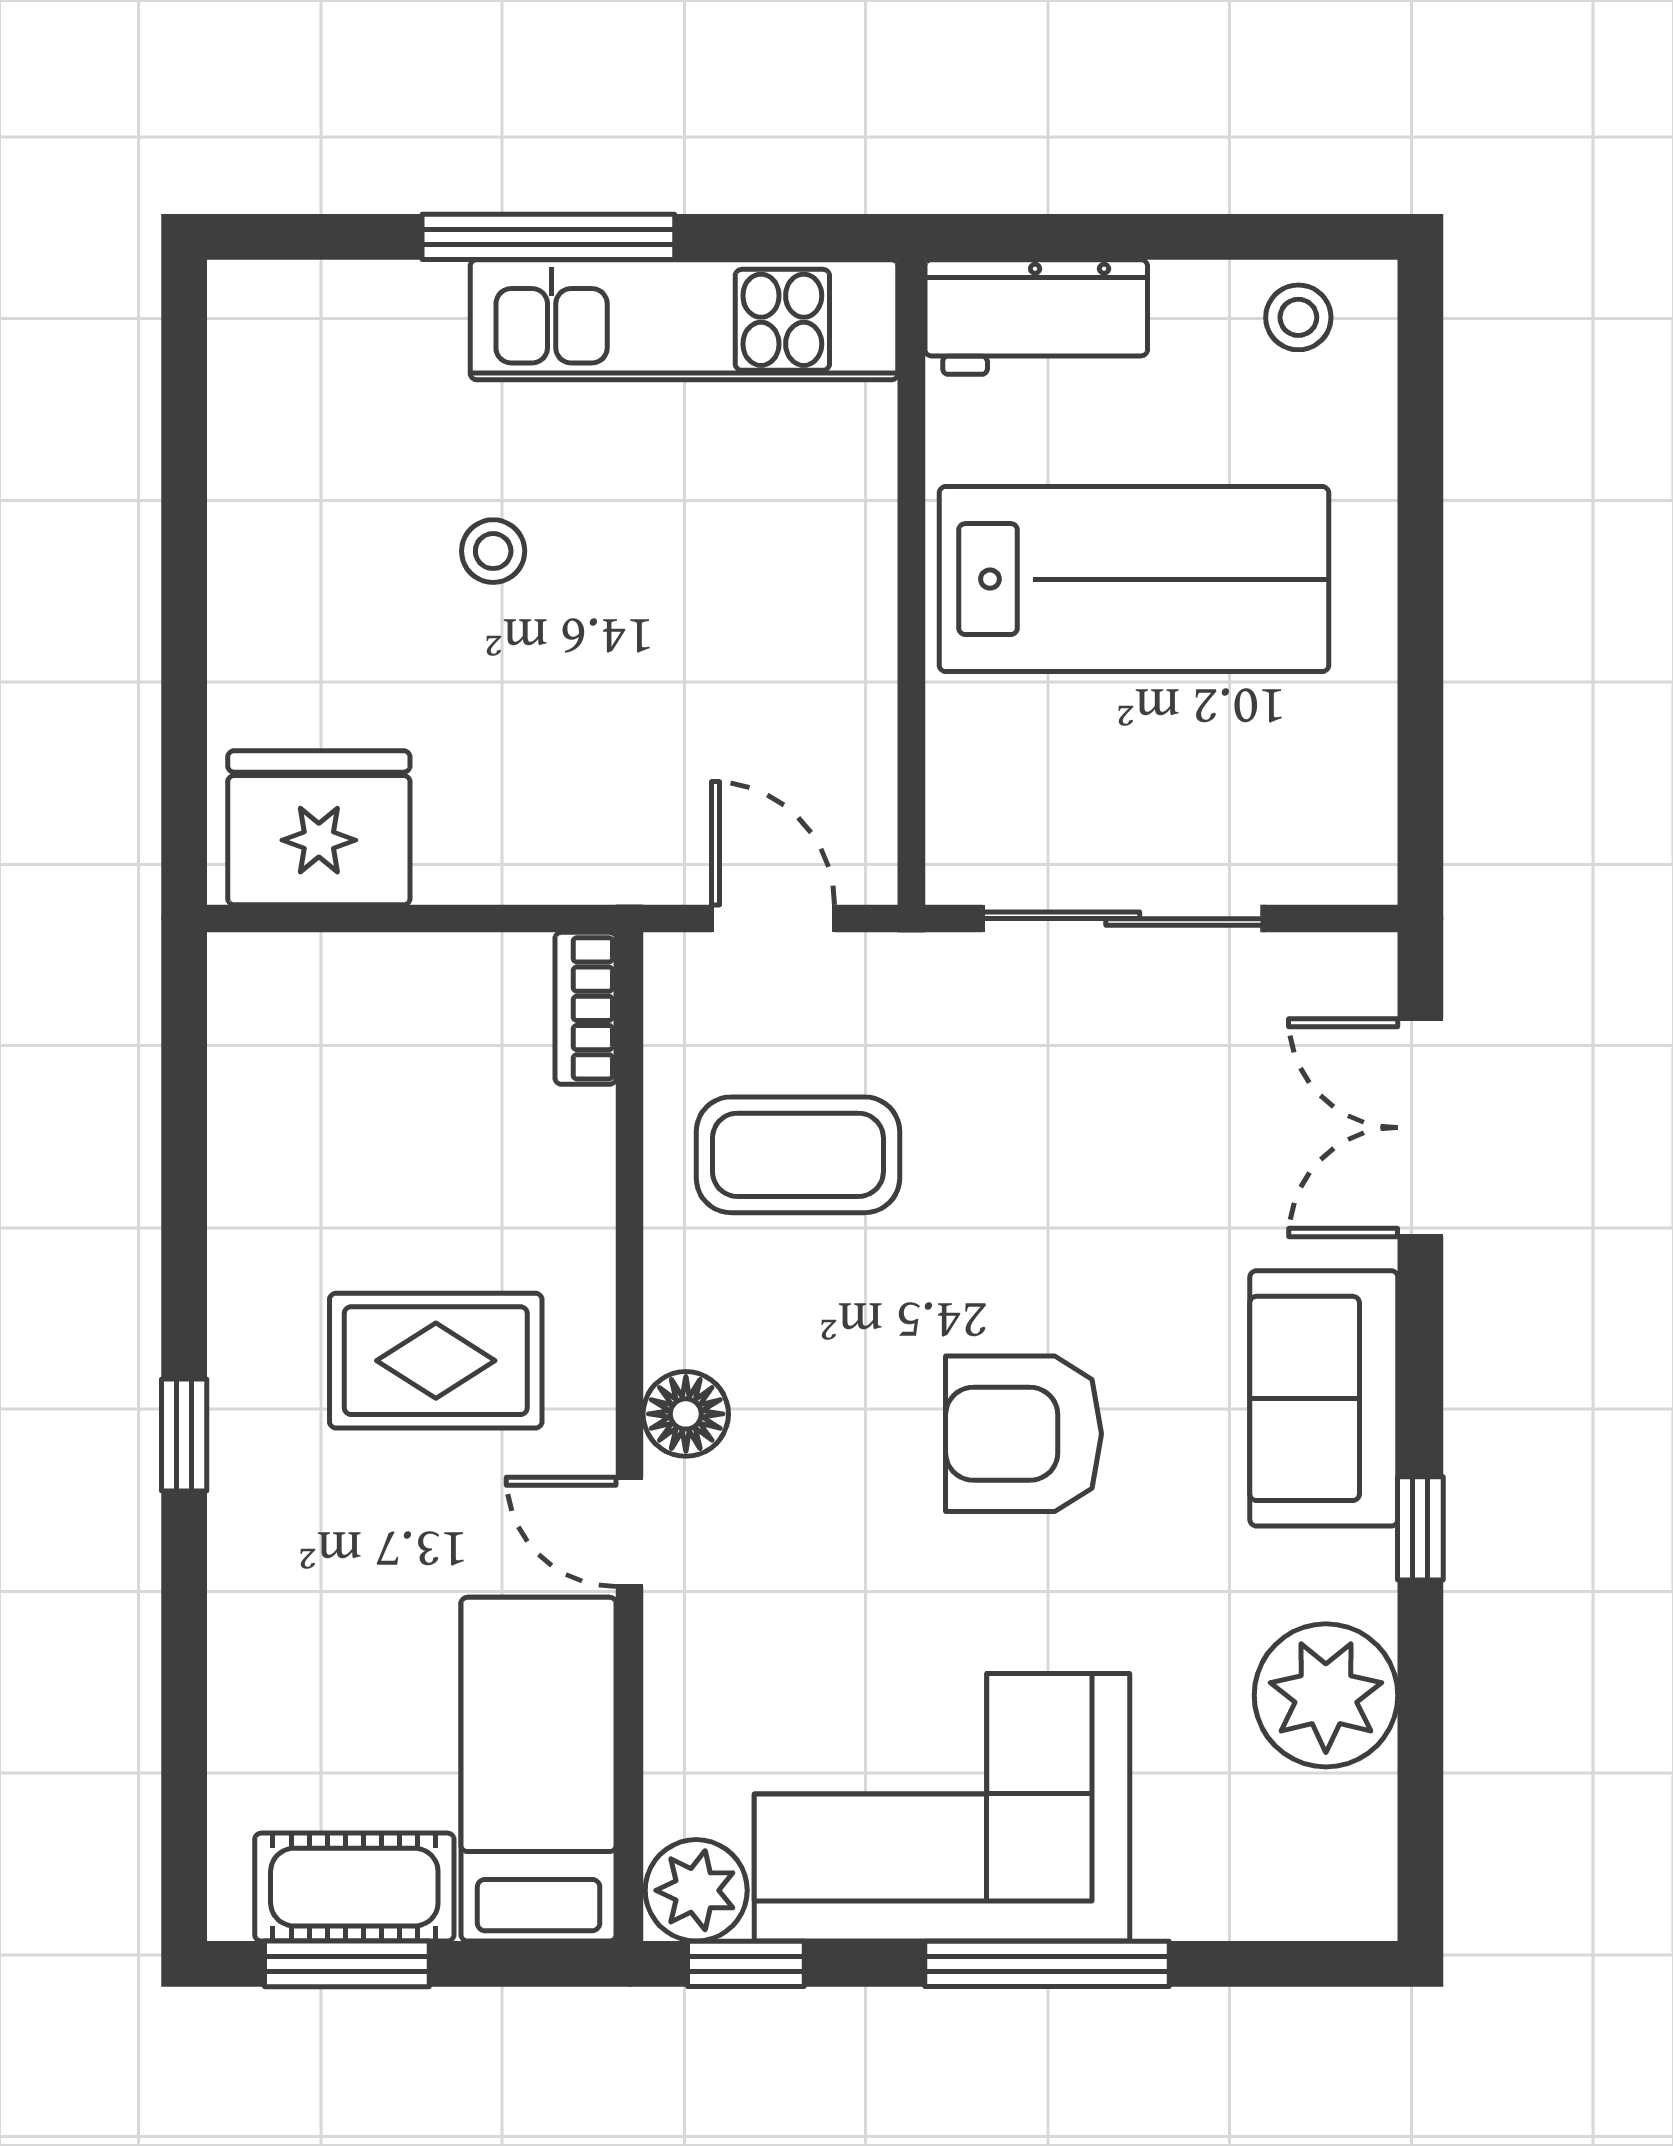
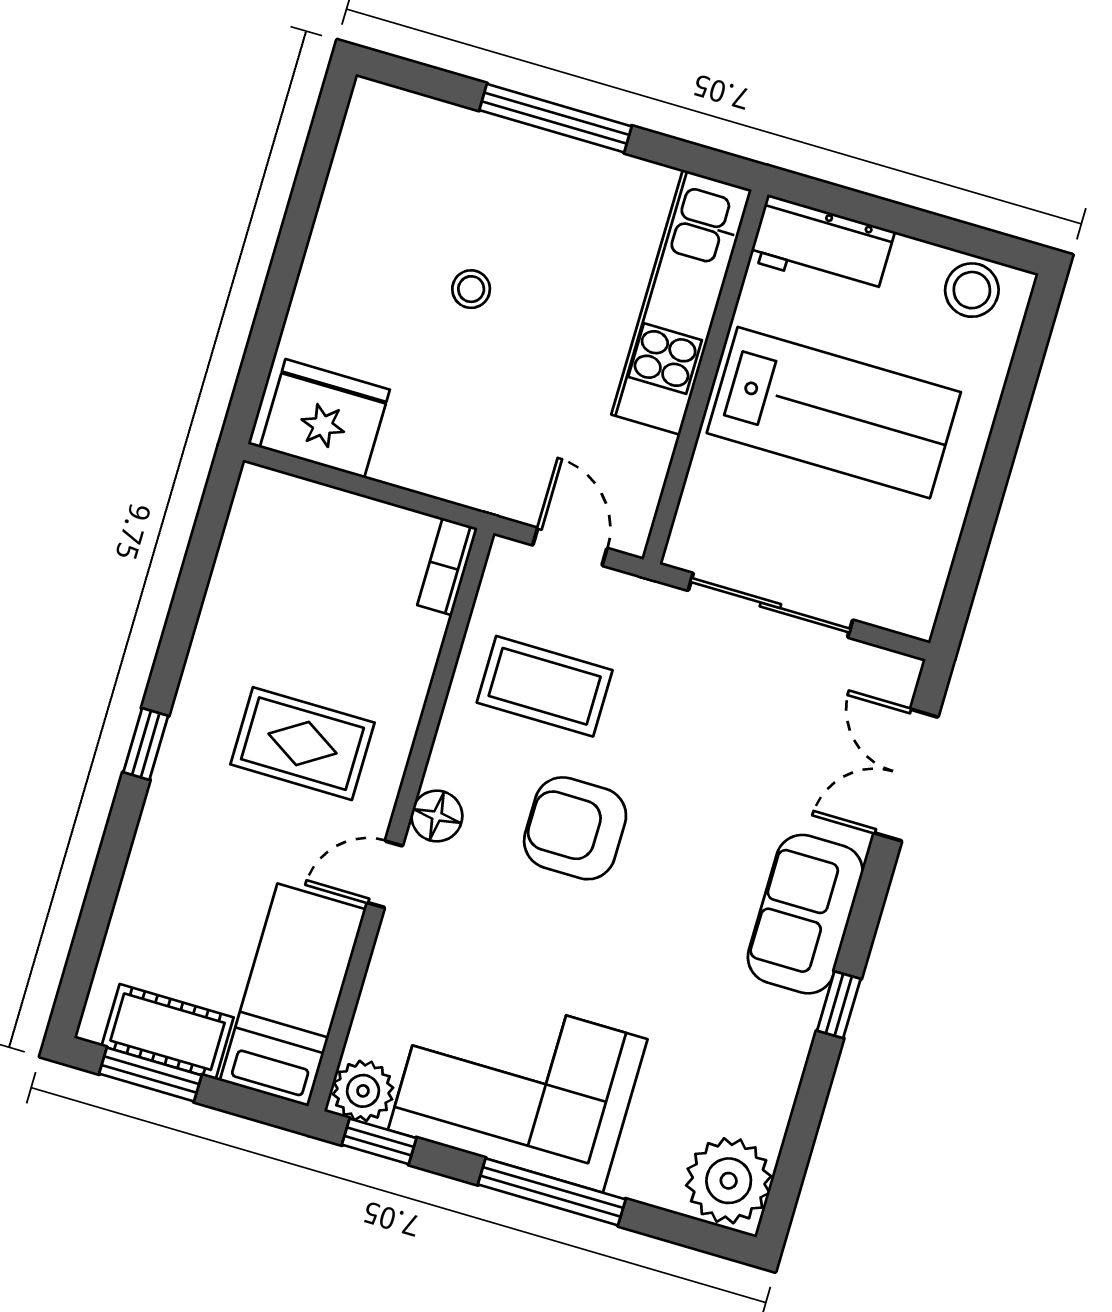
stool: (1298, 317) -> (972, 290), width x1.37, depth x1.37
kitchen unit: (684, 320) -> (682, 302), moved, turned 90
armchair: (1023, 1434) -> (575, 828), moved
door: (630, 1532) -> (385, 874), hinge flipped
plant: (1326, 1695) -> (729, 1181), moved

